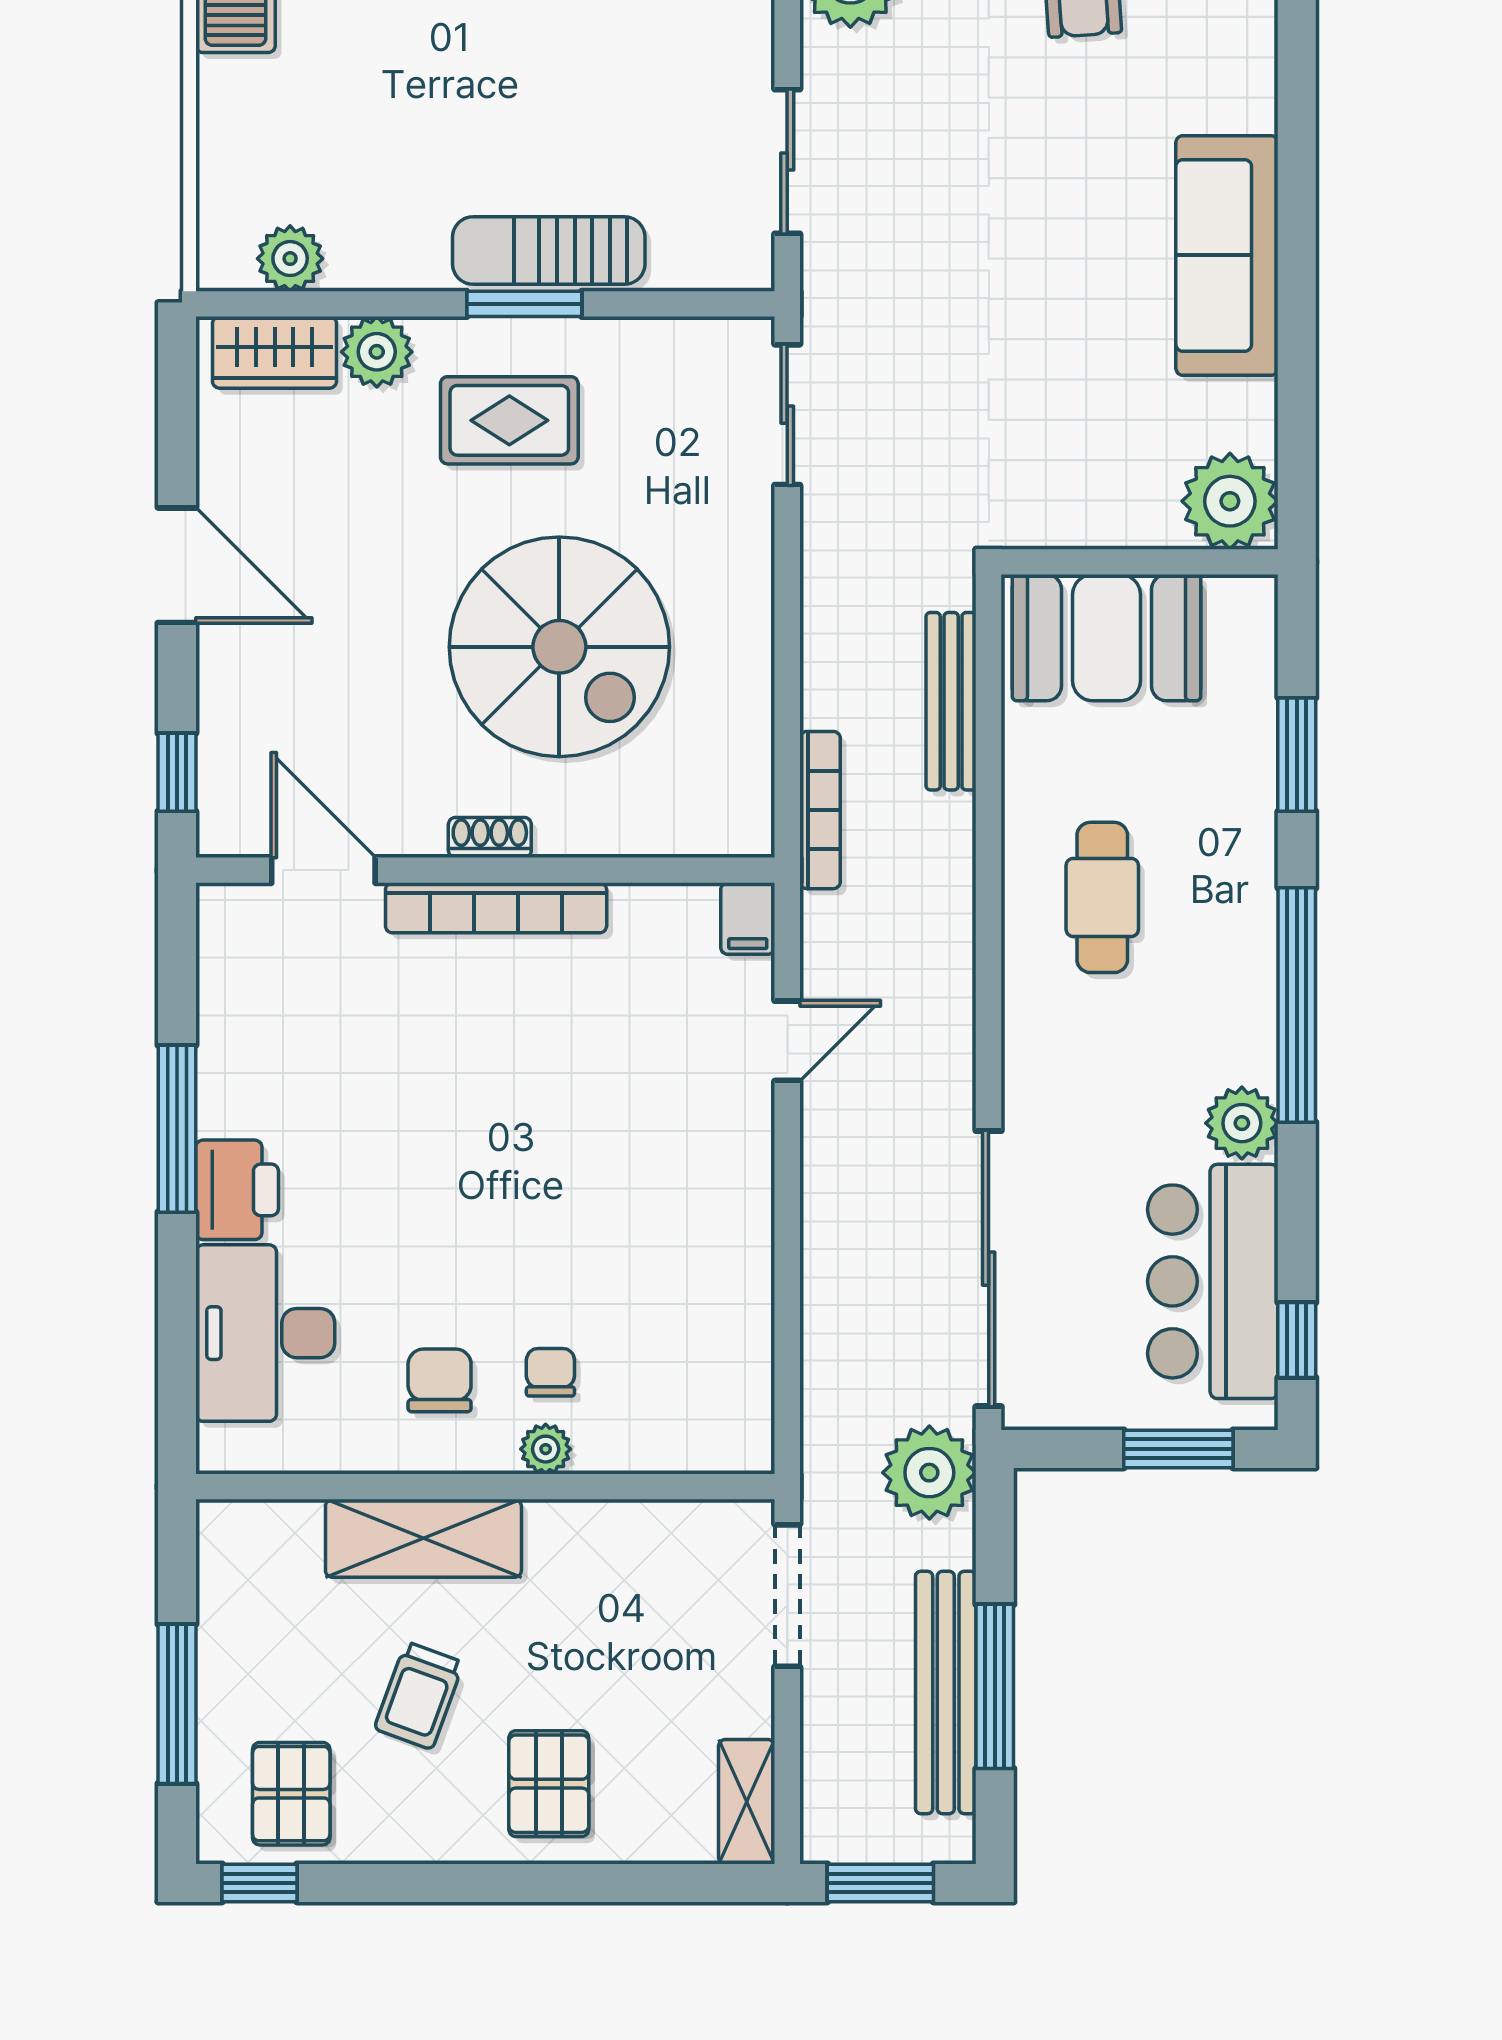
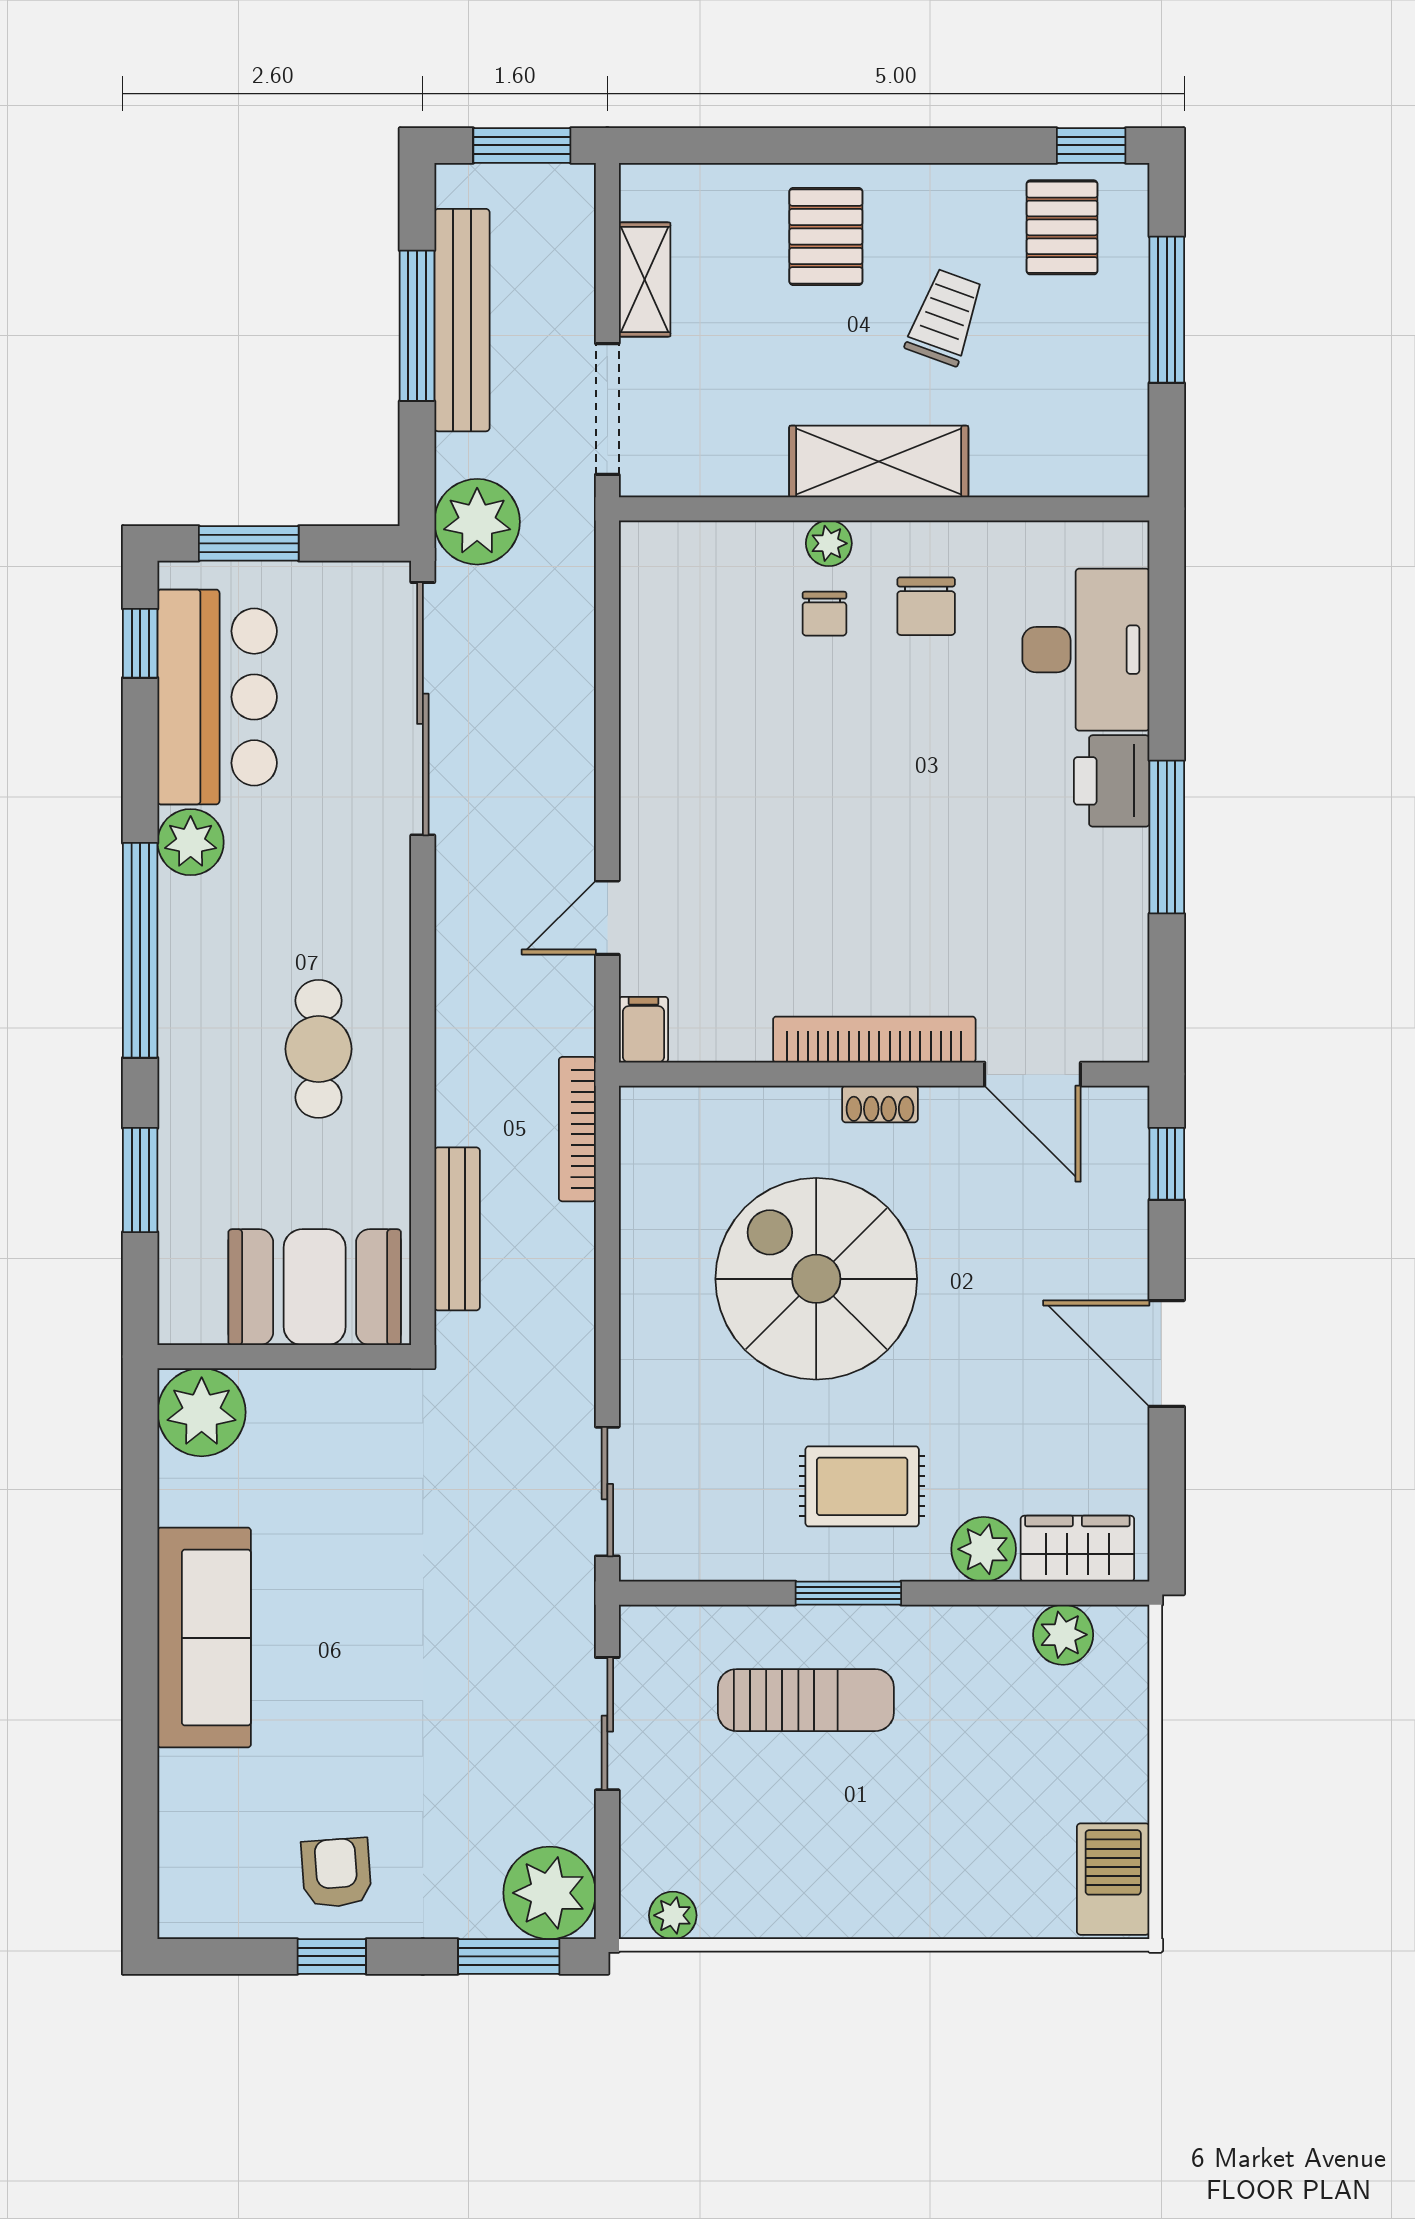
sun lounger: (549, 251) -> (806, 1700), moved
shelving: (423, 1538) -> (879, 461), moved
shelving: (747, 1802) -> (645, 280), moved

